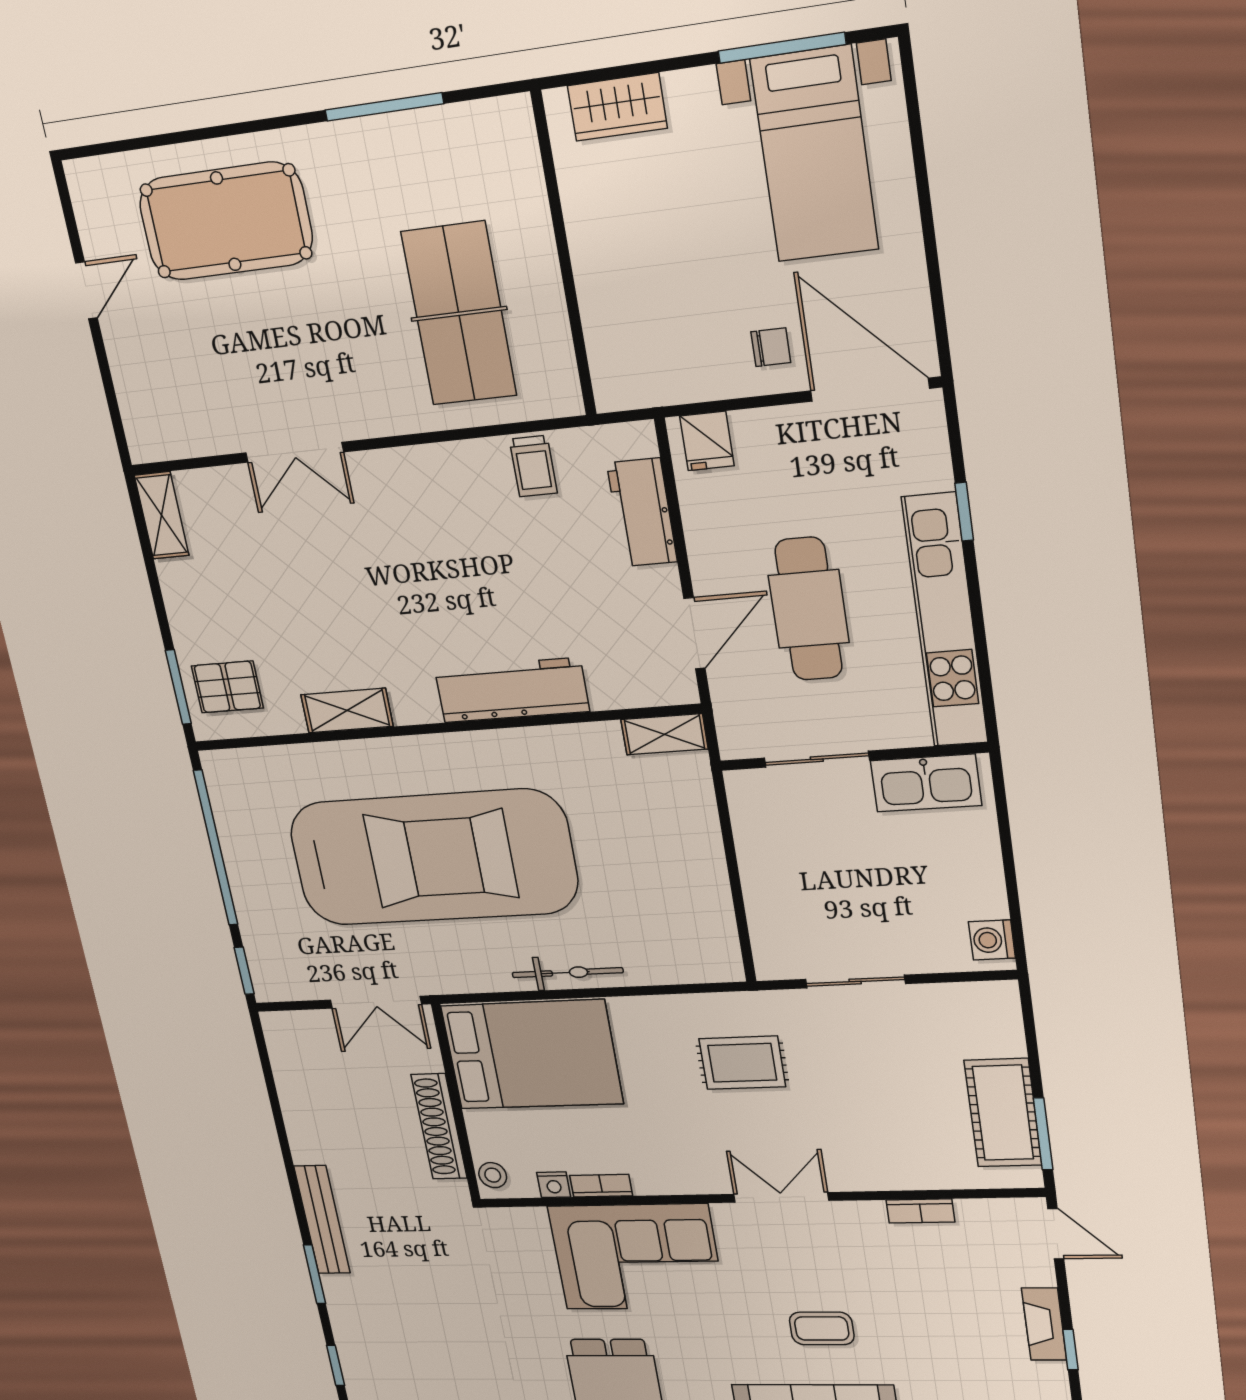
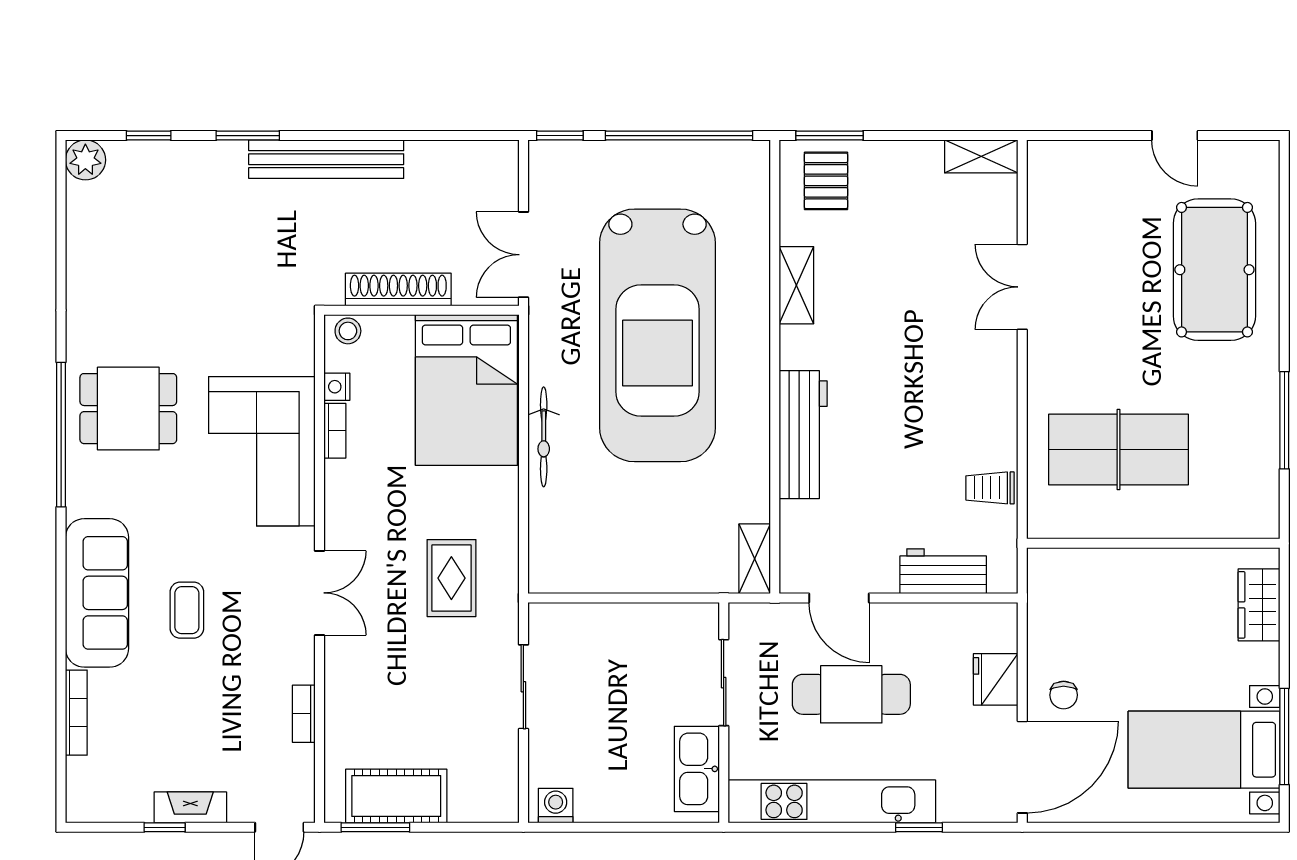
fridge: (707, 441) -> (996, 679), moved, width x1.38
bench: (322, 1220) -> (326, 159), width x1.37, depth x1.21

